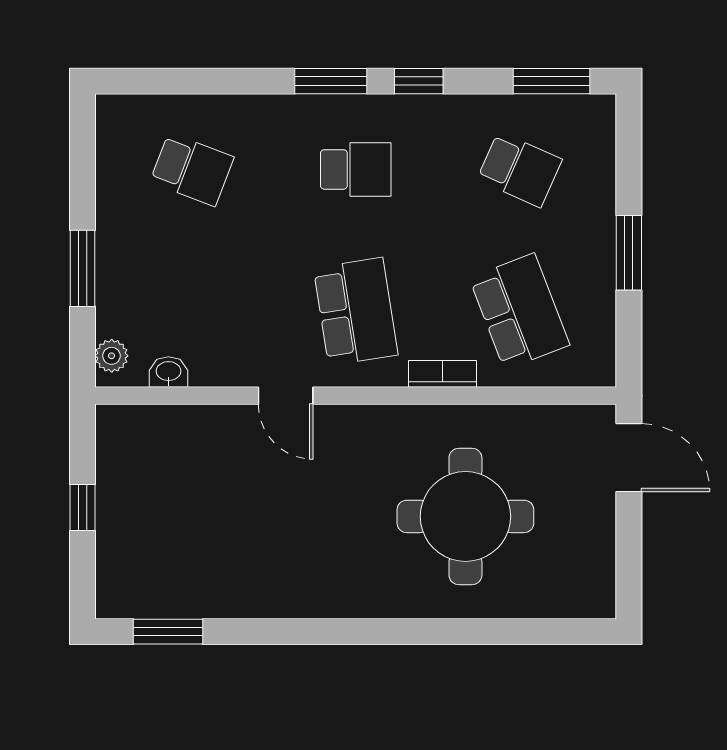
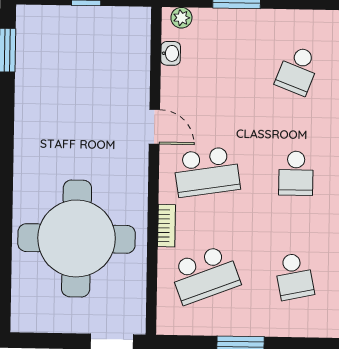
school desk: (519, 169) -> (294, 276), turned -36
door: (286, 396) -> (154, 127), swing flipped
round table: (465, 516) -> (77, 238), width x1.36, depth x1.36

